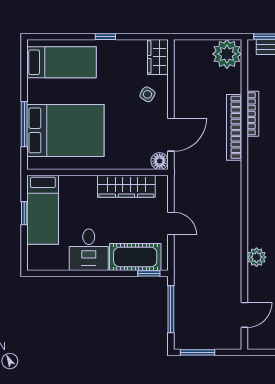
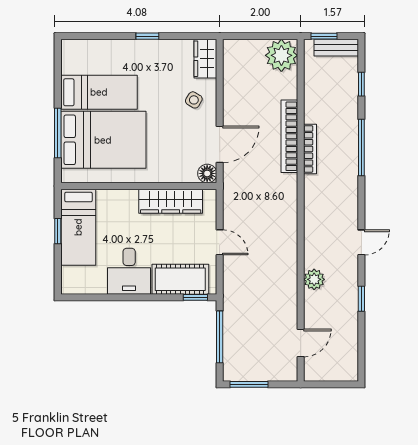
bed: (61, 62) -> (99, 92), moved
bookcase: (253, 114) -> (310, 149), moved

